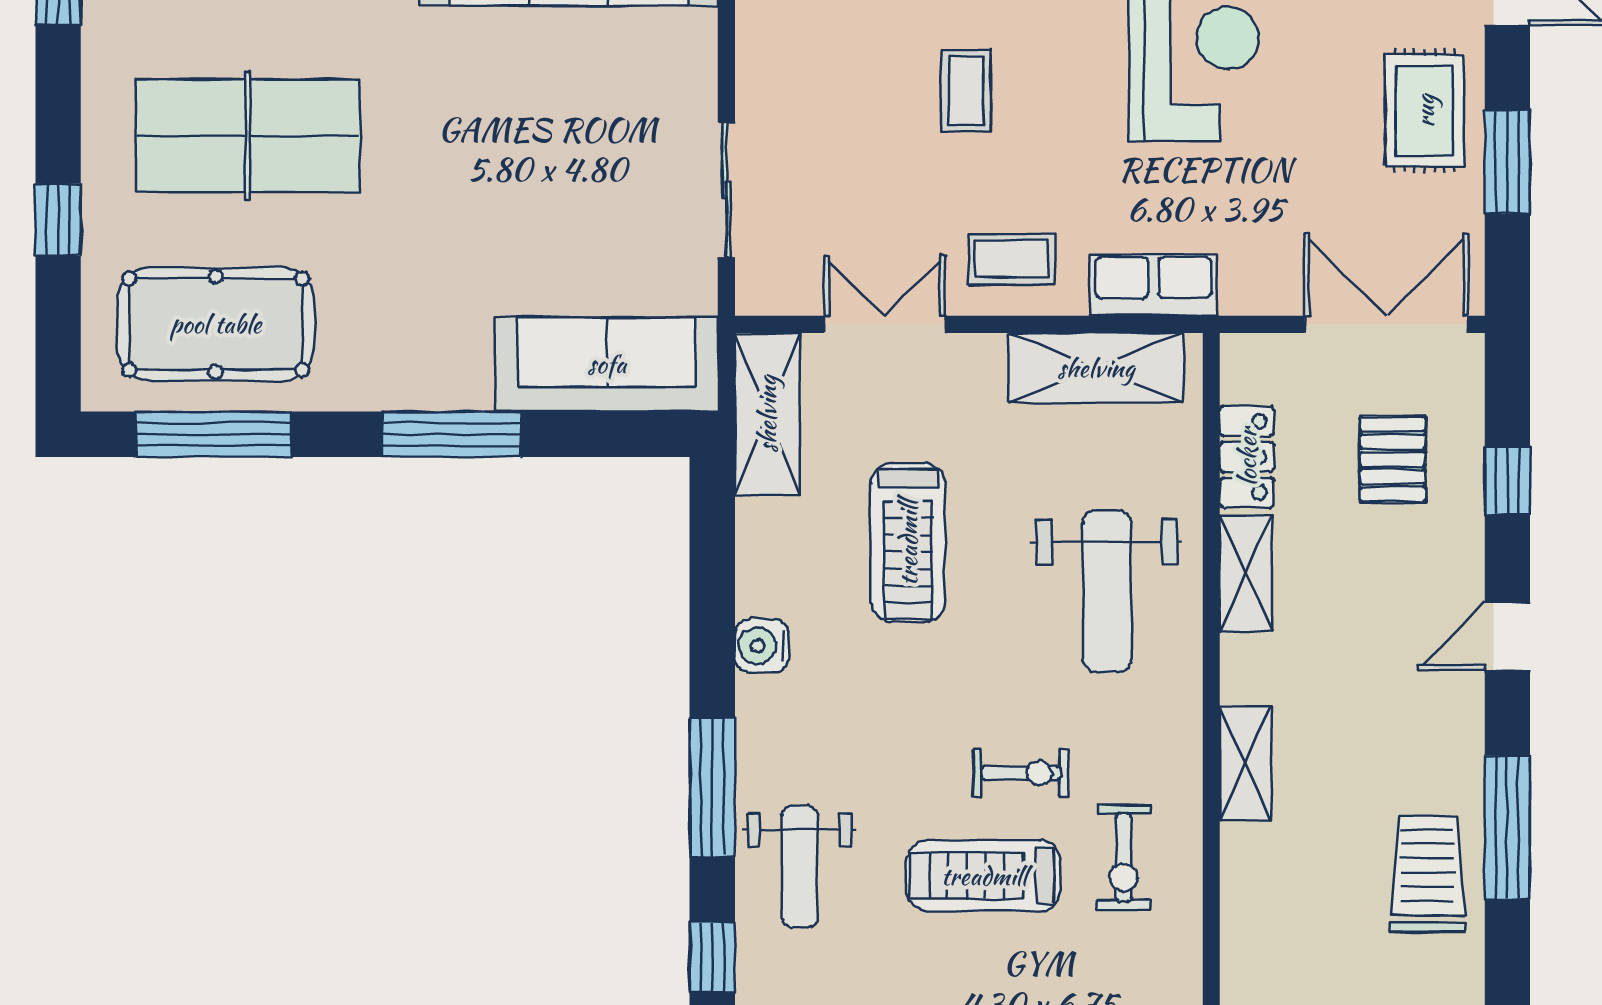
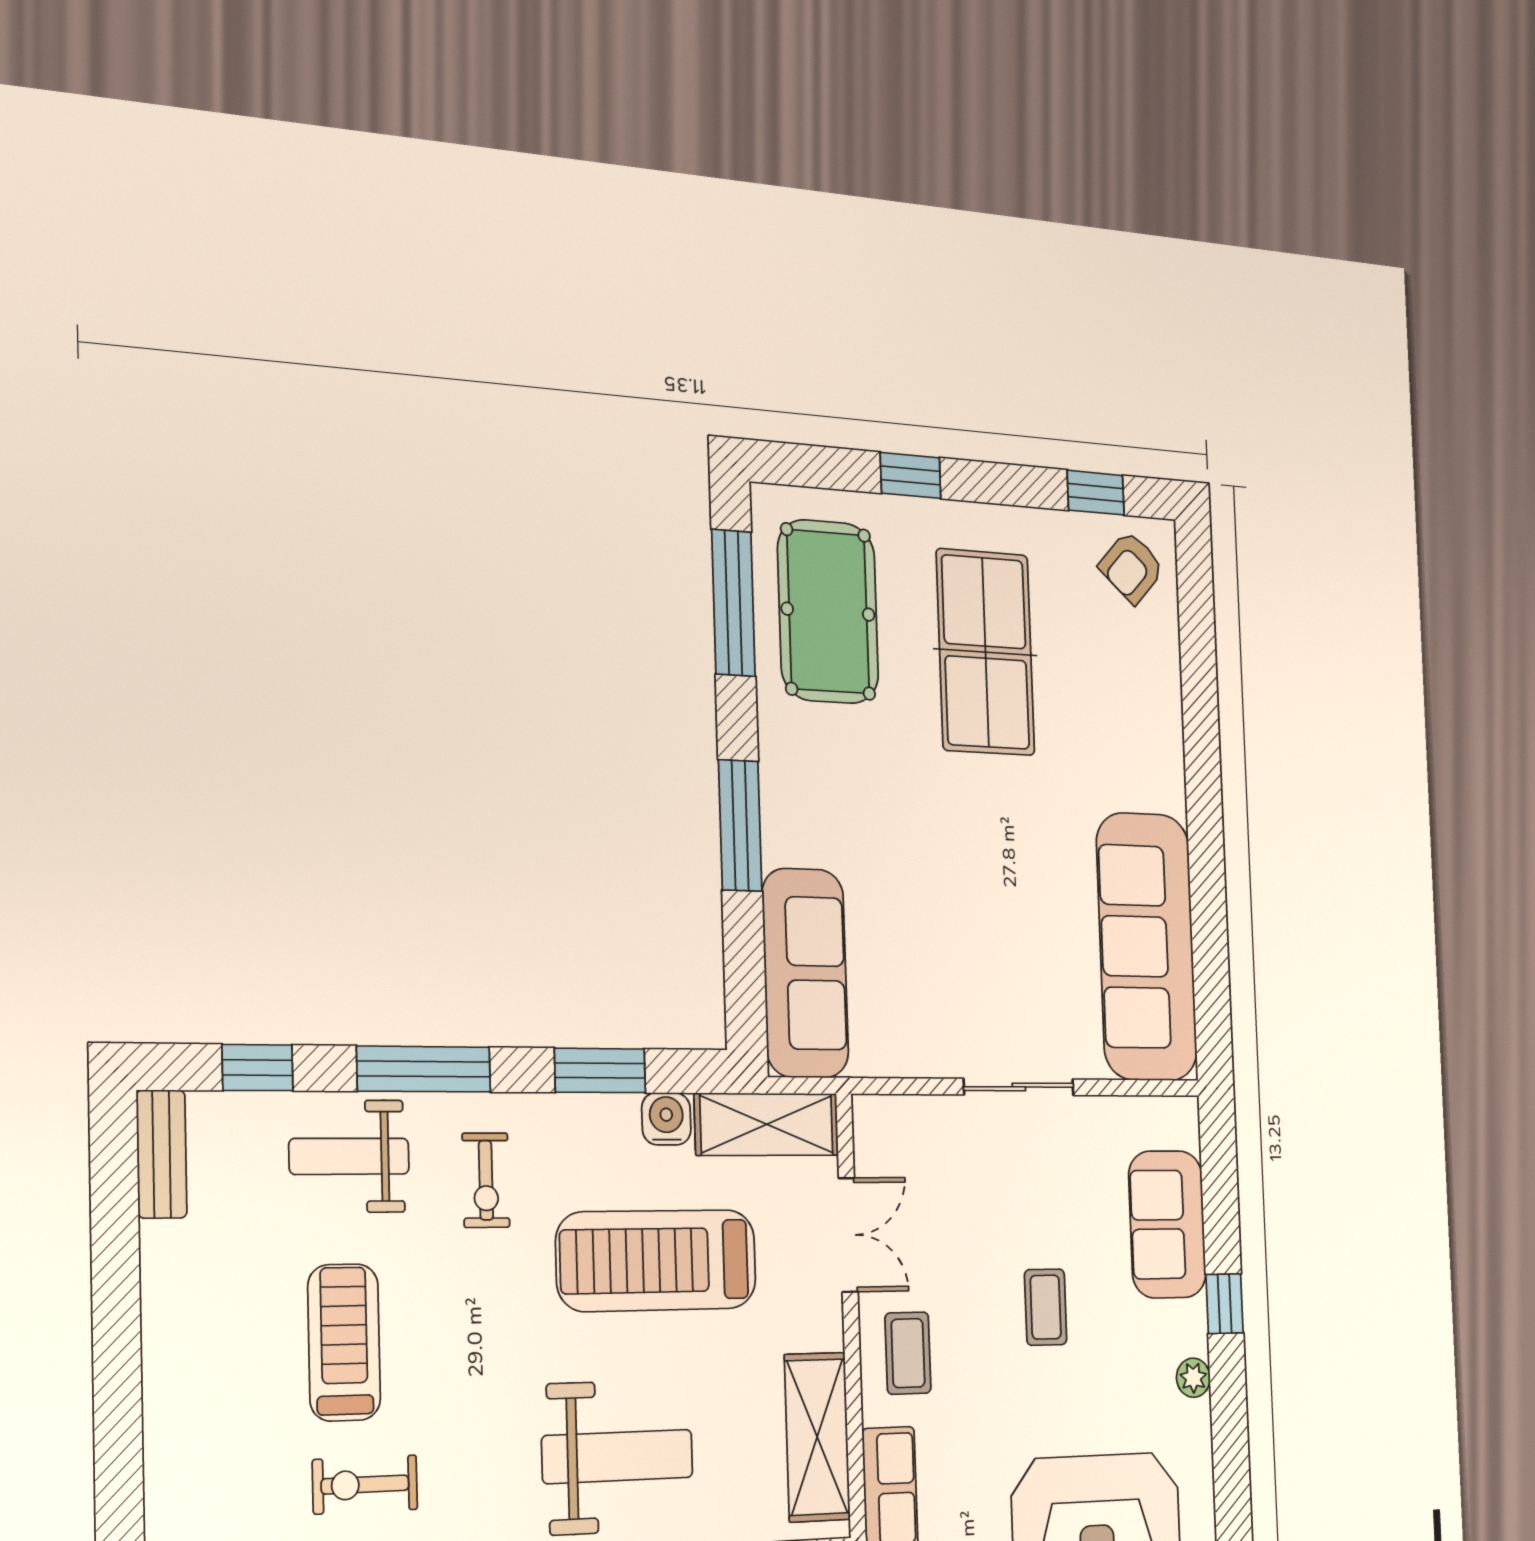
coffee table: (966, 91) -> (1046, 1307), turned 90
sliding door: (726, 190) -> (1019, 1087), moved
treadmill: (908, 543) -> (657, 1260), width x1.37, depth x1.38
weight bench: (1107, 591) -> (618, 1457), turned 180
window: (712, 599) -> (600, 1071), added
water cooler: (762, 646) -> (666, 1119), moved
exercise bike: (1021, 773) -> (486, 1180), moved

